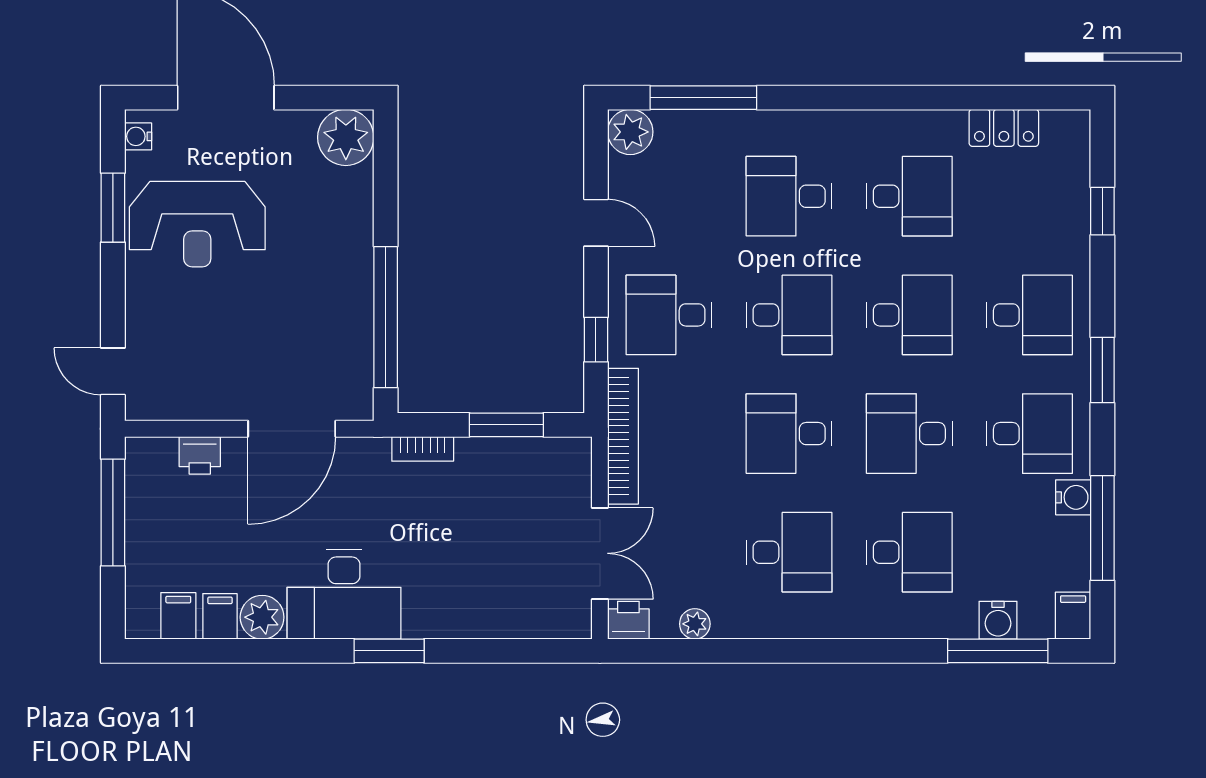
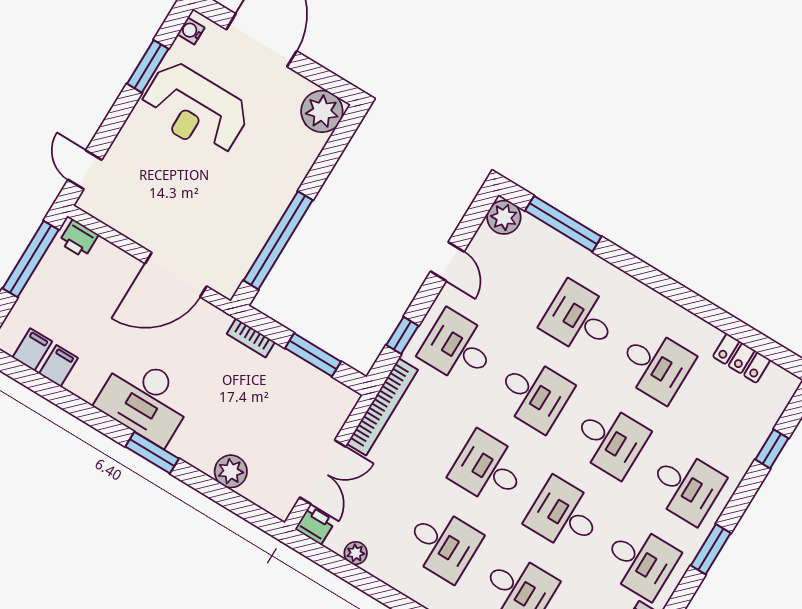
printer: (200, 455) -> (79, 239), moved
plant: (262, 617) -> (231, 471), moved

